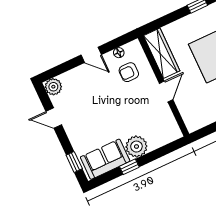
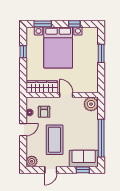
coffee table: (97, 104) -> (55, 140), added
plant: (136, 147) -> (91, 104), moved
sofa: (105, 159) -> (84, 159), moved, turned 90
window: (129, 167) -> (101, 138), width x3.17

